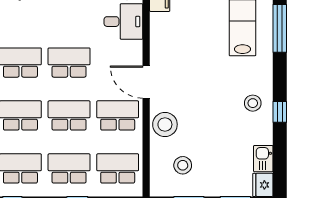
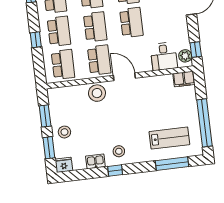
door: (146, 82) -> (124, 77), hinge flipped
kitchen sink: (263, 159) -> (95, 161), moved
stool: (183, 165) -> (64, 132), moved

